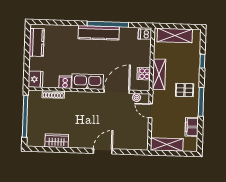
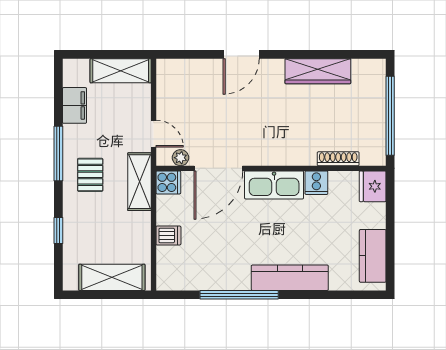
kitchen counter: (99, 33) -> (290, 278), moved
dishwasher: (145, 34) -> (168, 235), moved
cooker: (144, 74) -> (168, 182), moved
shelving: (159, 74) -> (139, 182), moved
pallet: (185, 90) -> (90, 175), turned 90
wardrobe: (57, 141) -> (318, 71), width x1.50

